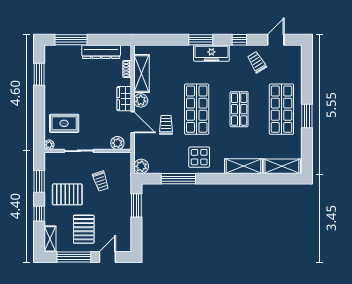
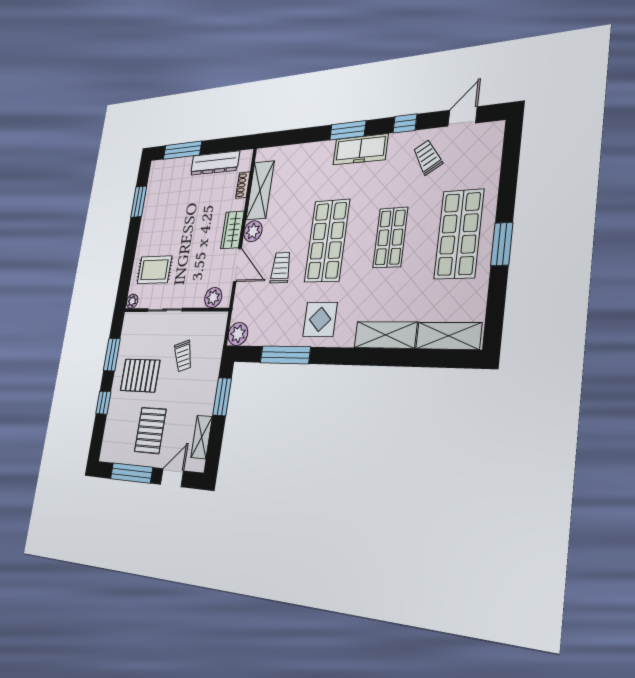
shelving: (50, 239) -> (202, 437), moved

